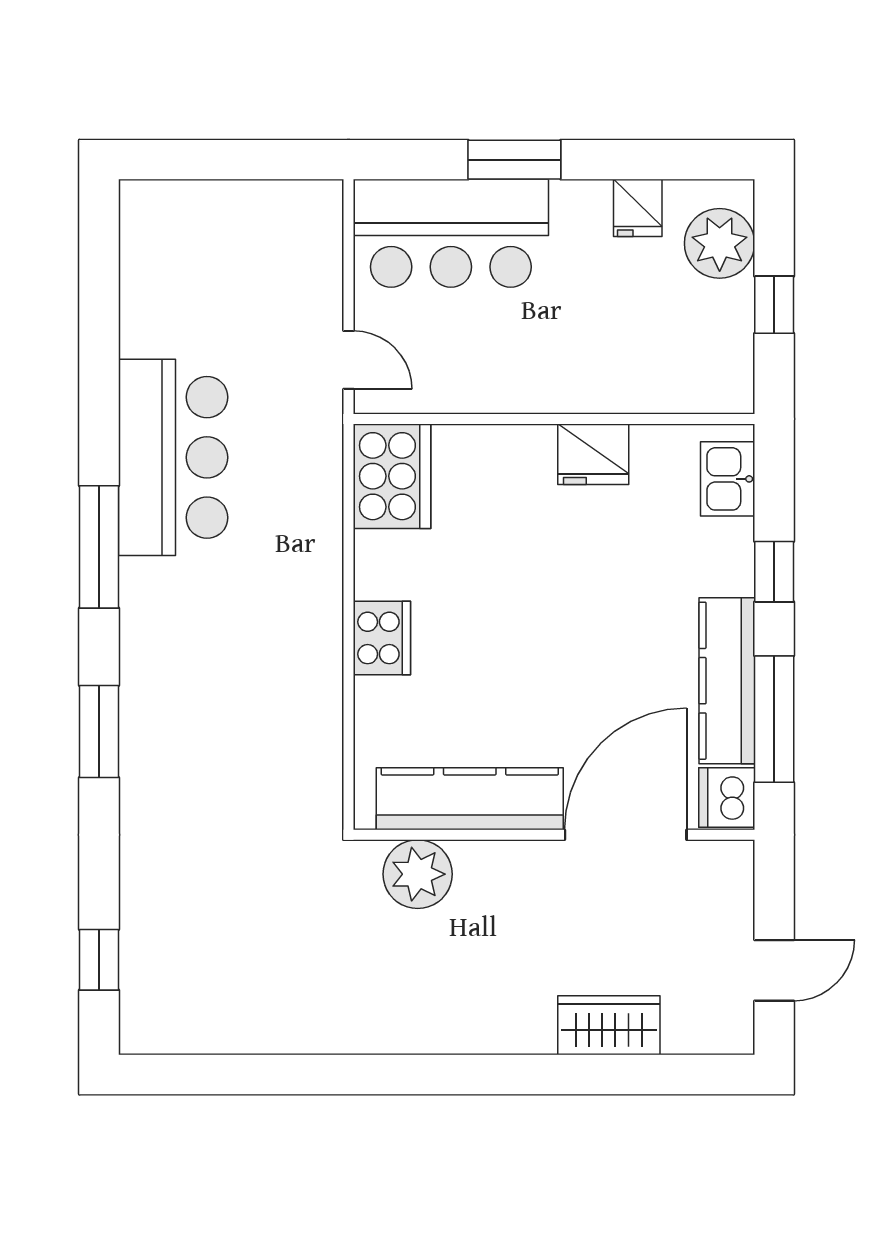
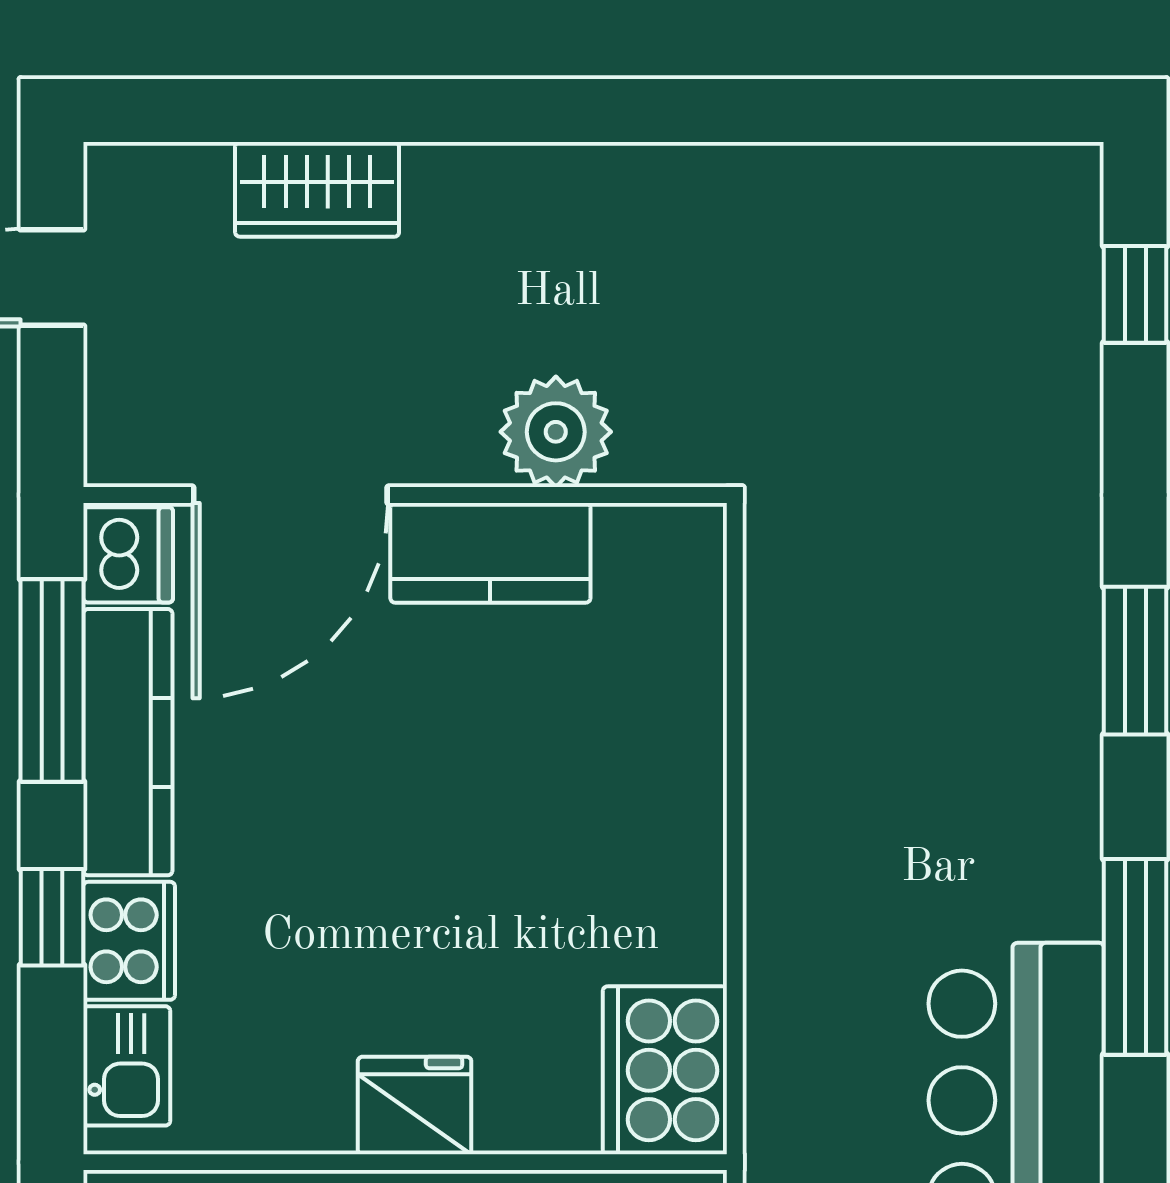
fridge: (593, 454) -> (415, 1105), moved
cooker: (382, 638) -> (129, 941), moved, turned 180
kitchen counter: (470, 799) -> (490, 553), width x0.67
plant: (418, 874) -> (556, 432), moved

